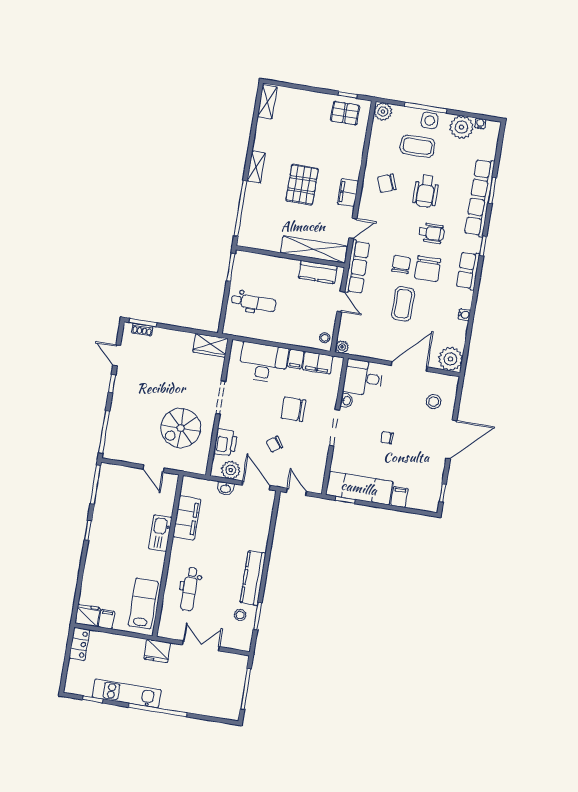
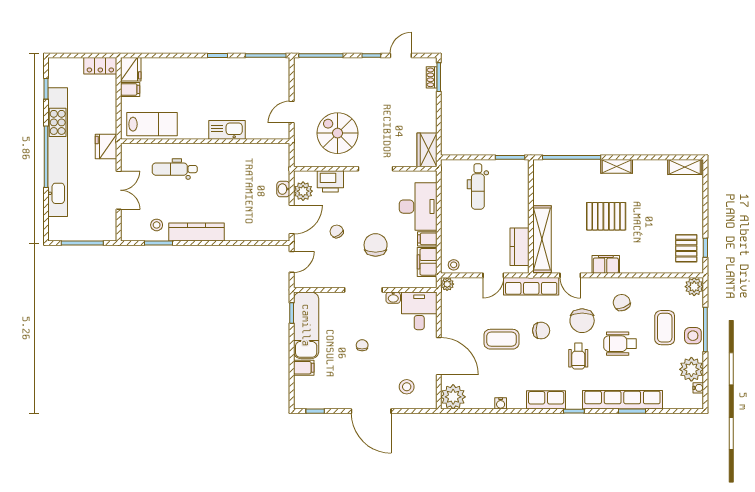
chair: (428, 269) -> (582, 321), moved, turned -90
filing cabinet: (187, 518) -> (247, 154), removed
kitchen unit: (127, 693) -> (58, 152), width x1.86

